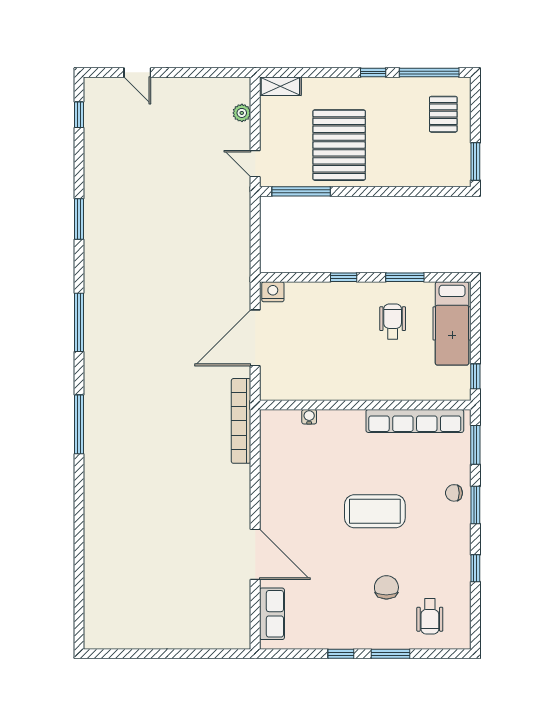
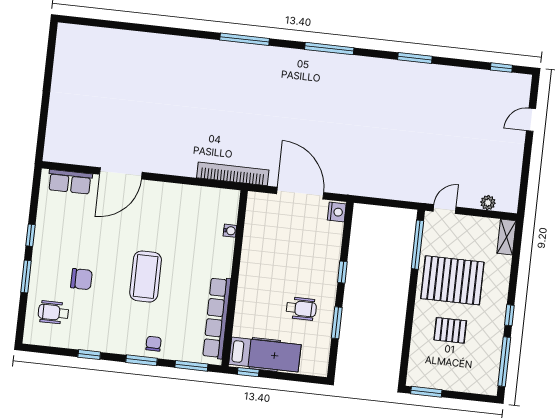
pallet: (443, 114) -> (450, 330), moved
hospital bed: (452, 323) -> (265, 354), moved, turned 180

